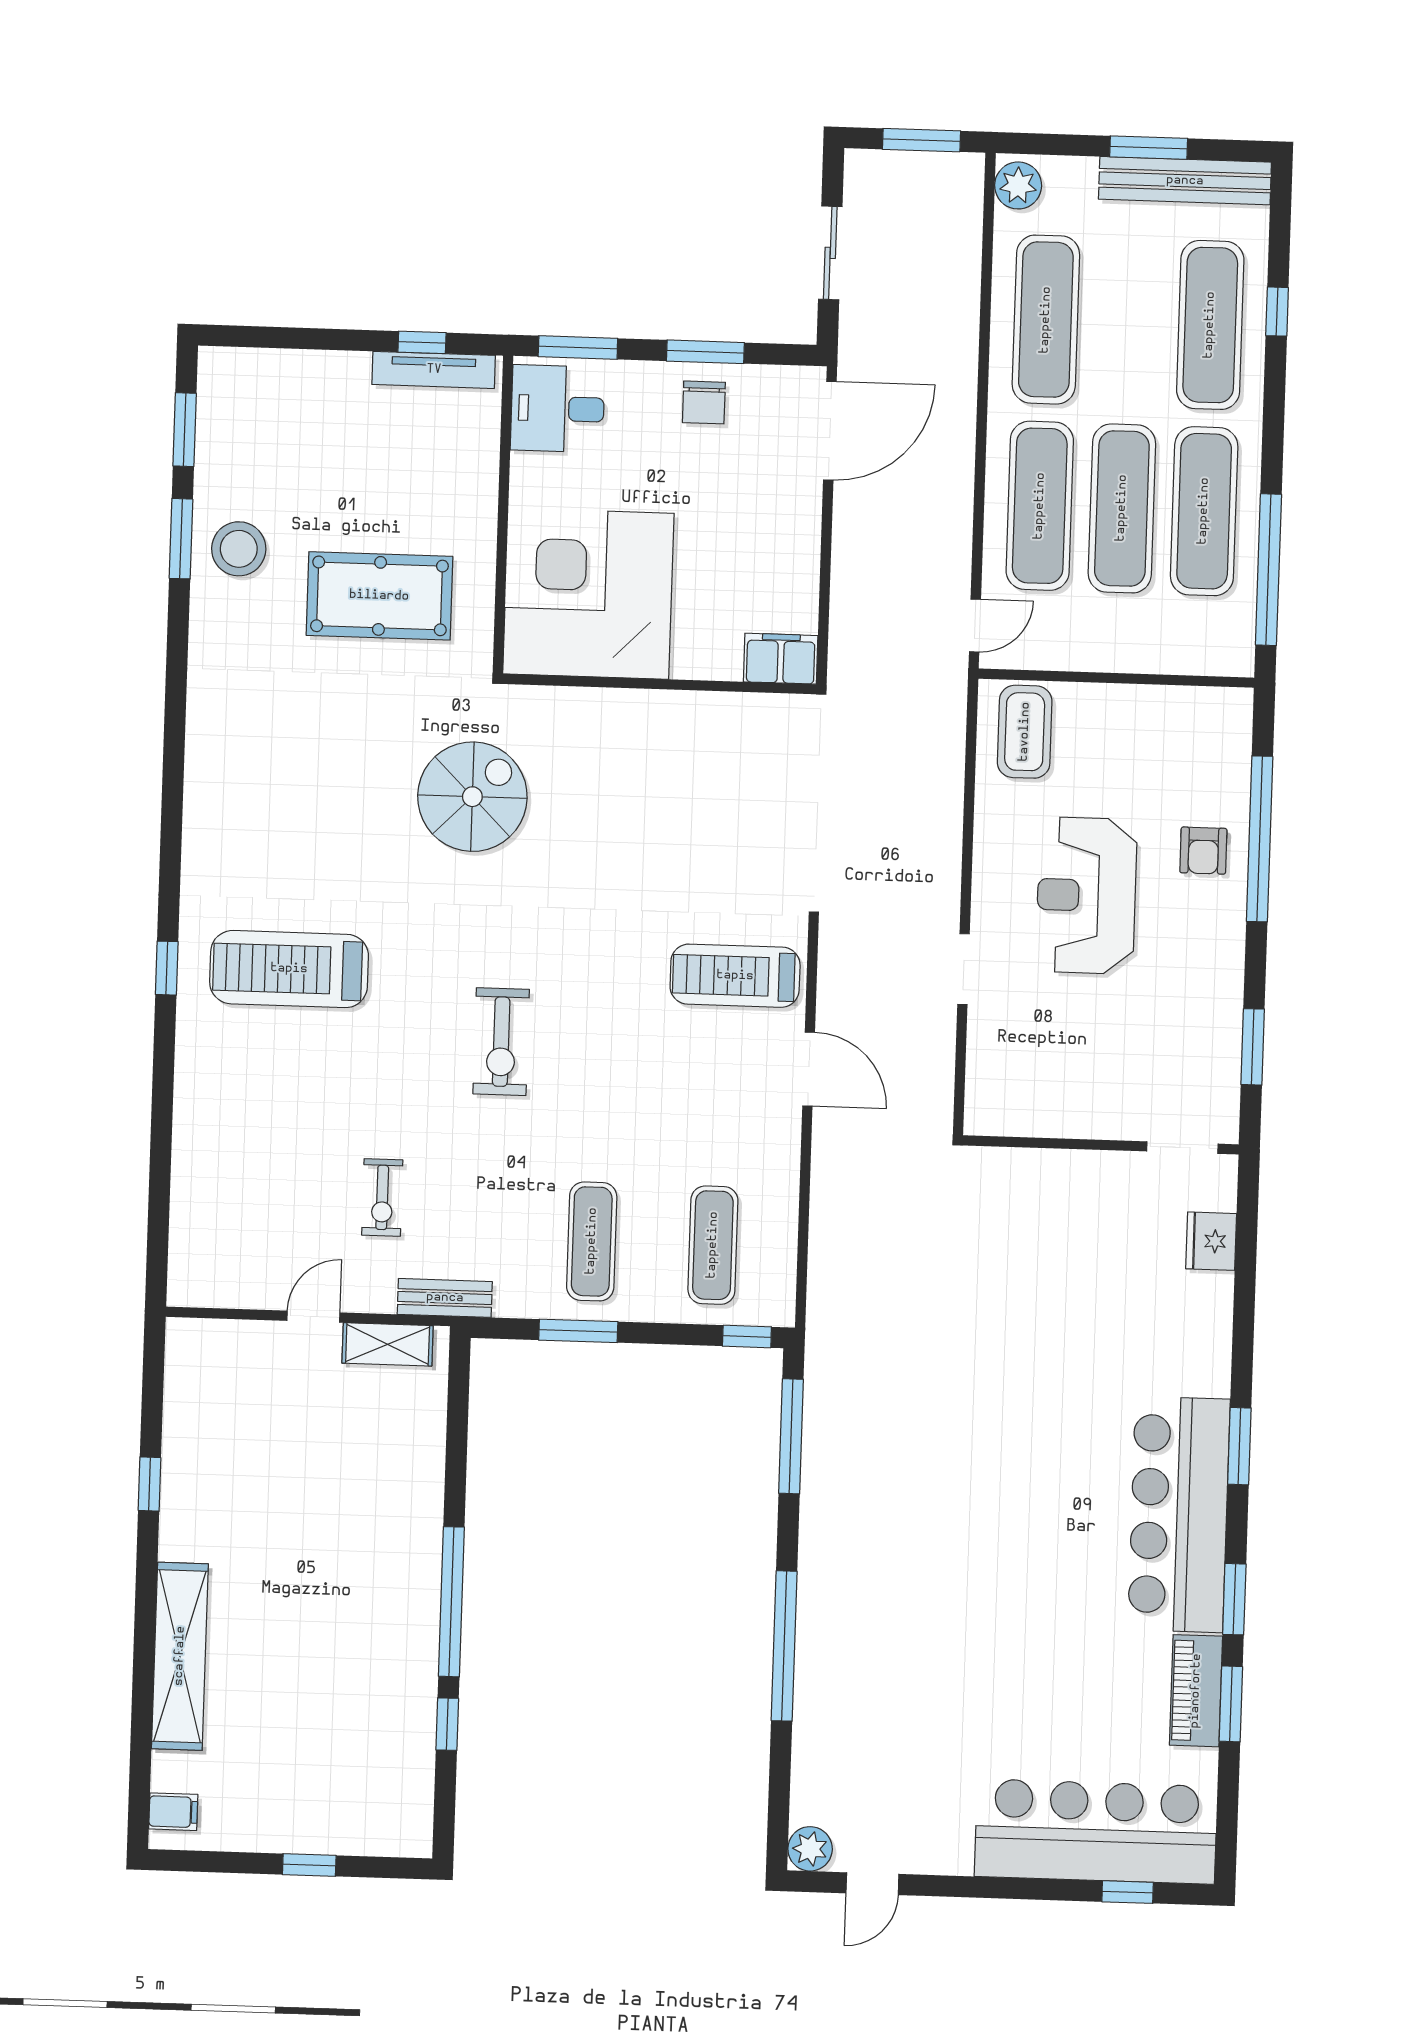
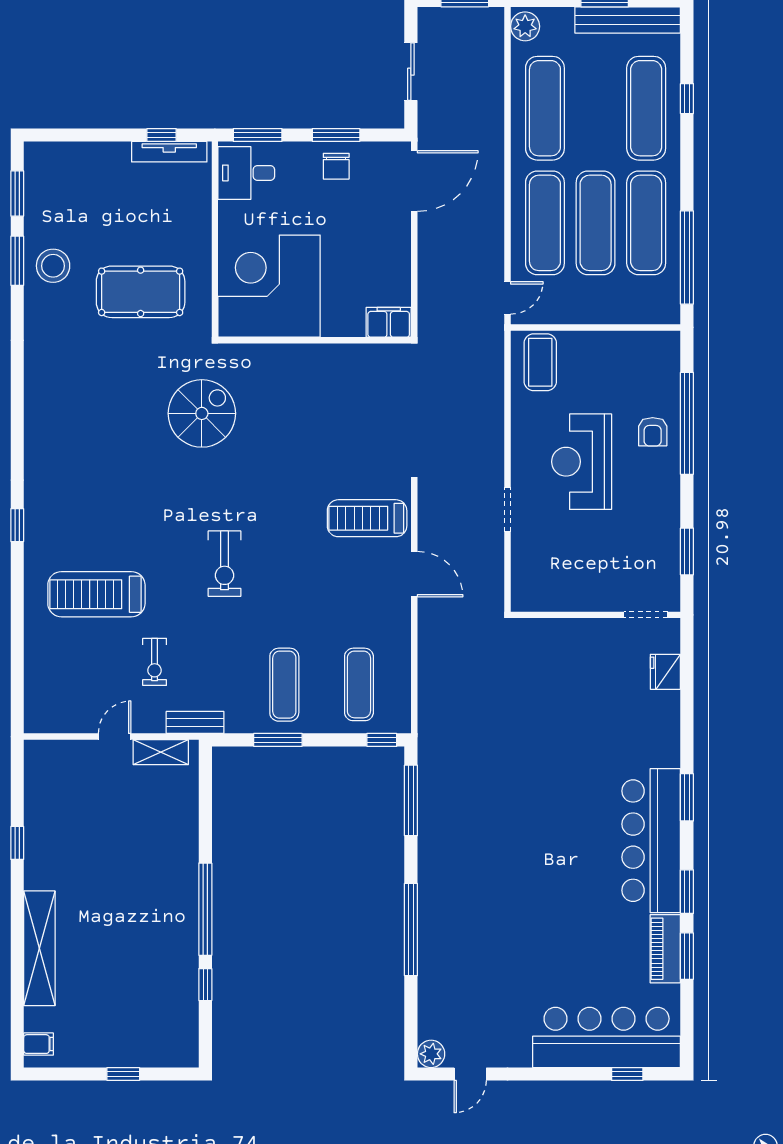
treadmill: (289, 969) -> (96, 594), moved

